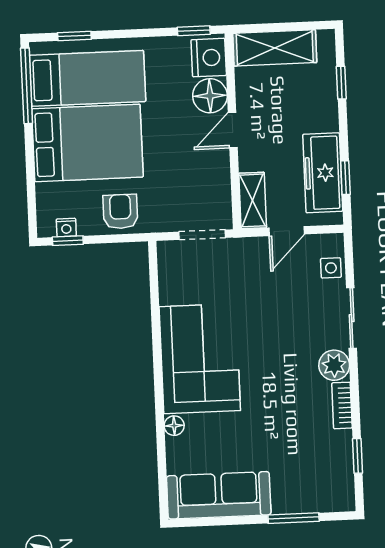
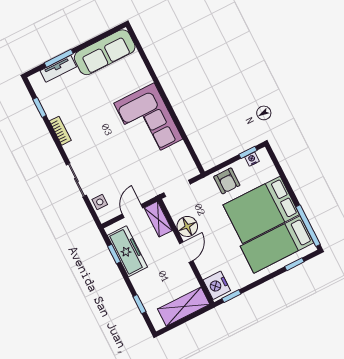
floor lamp: (210, 96) -> (187, 226), moved
plant: (334, 365) -> (74, 150), removed
floor lamp: (174, 426) -> (146, 79), removed
tv unit: (302, 502) -> (58, 69), added

